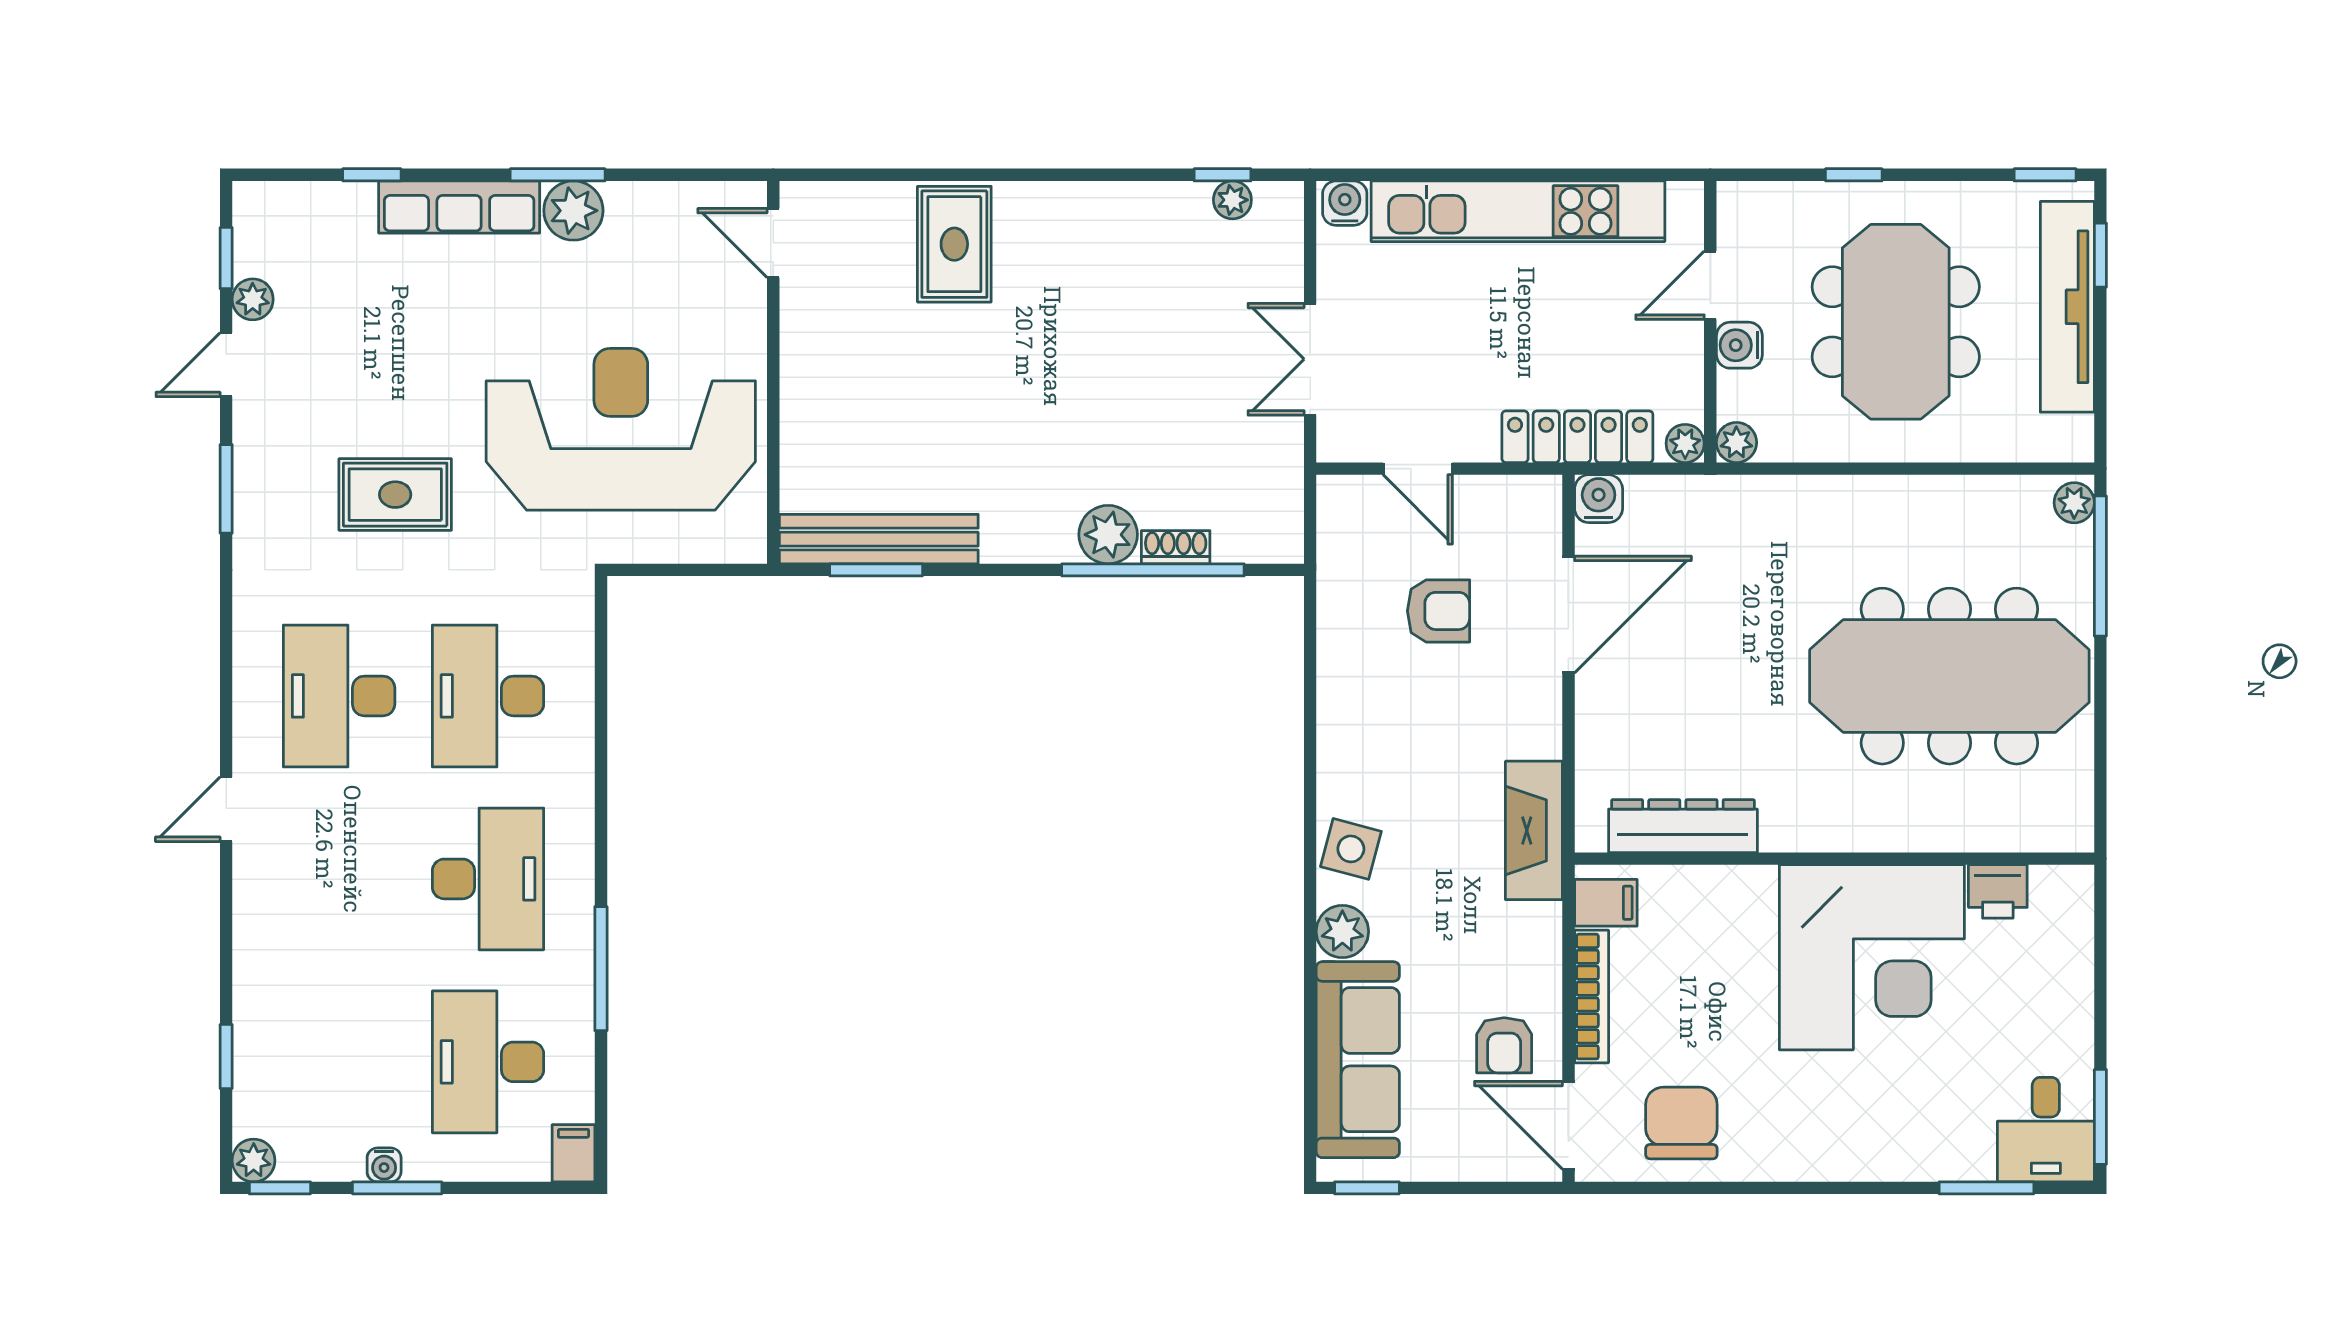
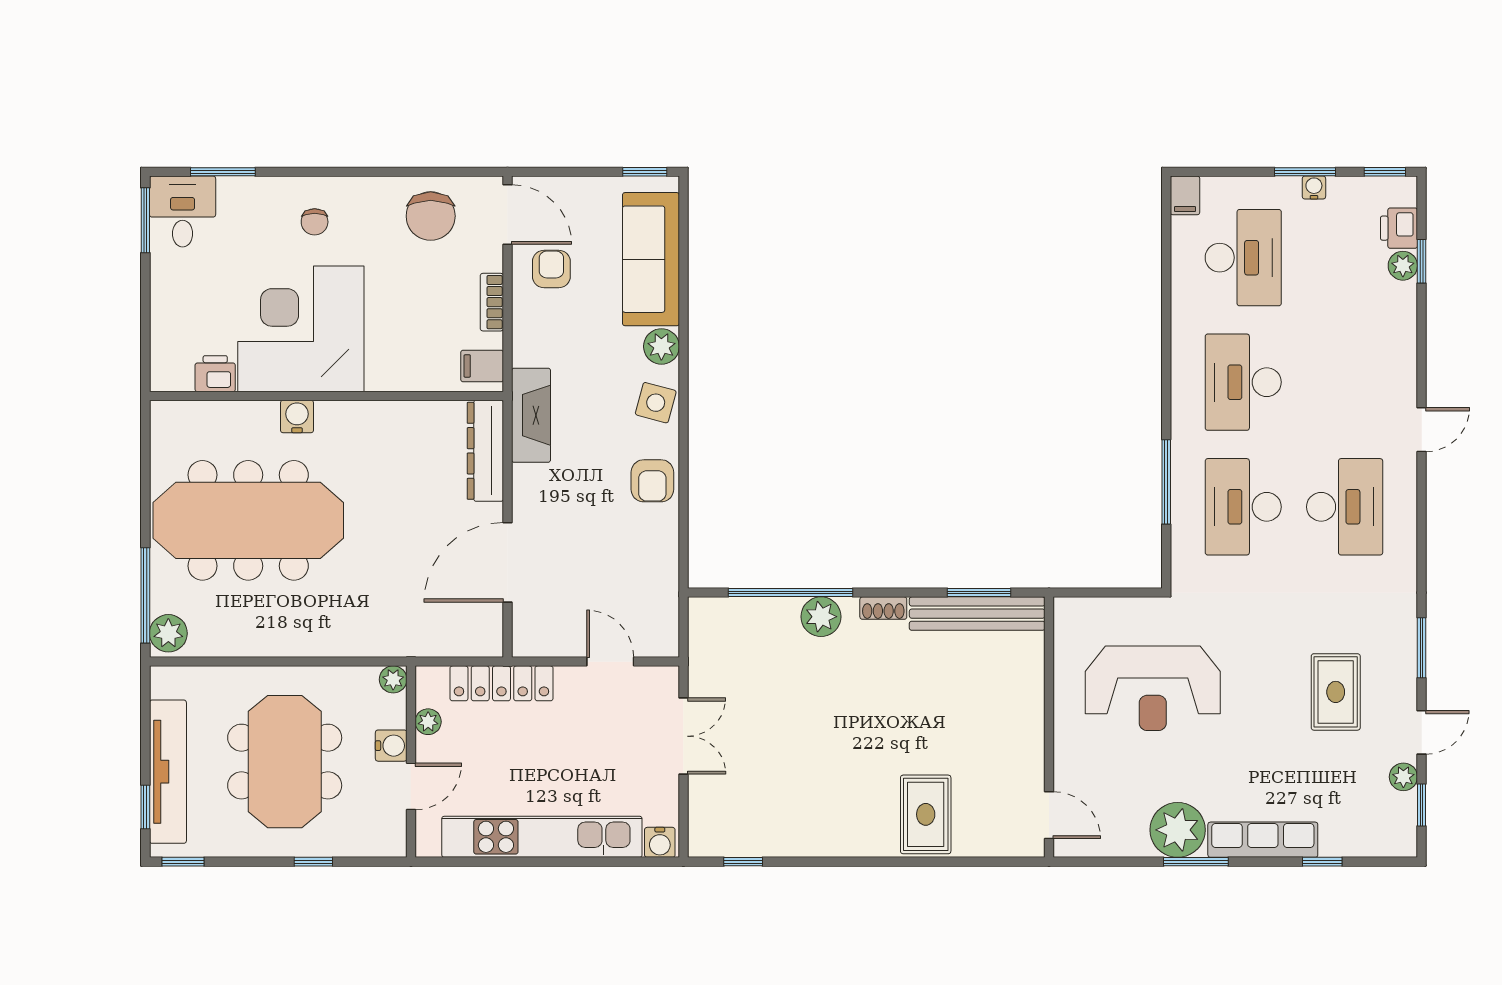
plant: (1232, 200) -> (736, 845), removed
plant: (573, 211) -> (1178, 830), width x1.36, depth x1.36
reception desk: (621, 429) -> (1153, 688), width x0.74, depth x0.77
plant: (1685, 443) -> (428, 722), moved
rug: (395, 495) -> (1336, 692), moved, turned 90
water cooler: (1599, 499) -> (297, 416), moved, turned 180
plant: (2074, 503) -> (168, 633), width x1.38, depth x1.38
shoe rack: (1176, 547) -> (883, 608), moved
armchair: (1438, 611) -> (652, 481), moved, turned -90
desk: (488, 696) -> (1243, 507), turned 180
dresser: (1683, 826) -> (485, 451), moved, turned 90
window: (601, 969) -> (1166, 482), moved
bookcase: (1592, 997) -> (492, 302), width x0.64
printer: (259, 1105) -> (1399, 228), added
chair: (1852, 1114) -> (315, 222), added
plant: (254, 1160) -> (1403, 266), moved

